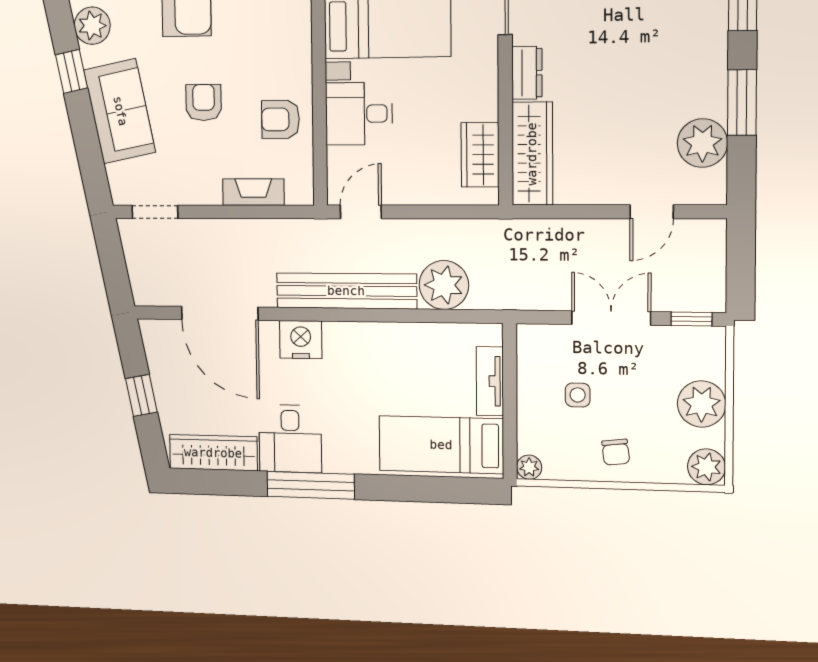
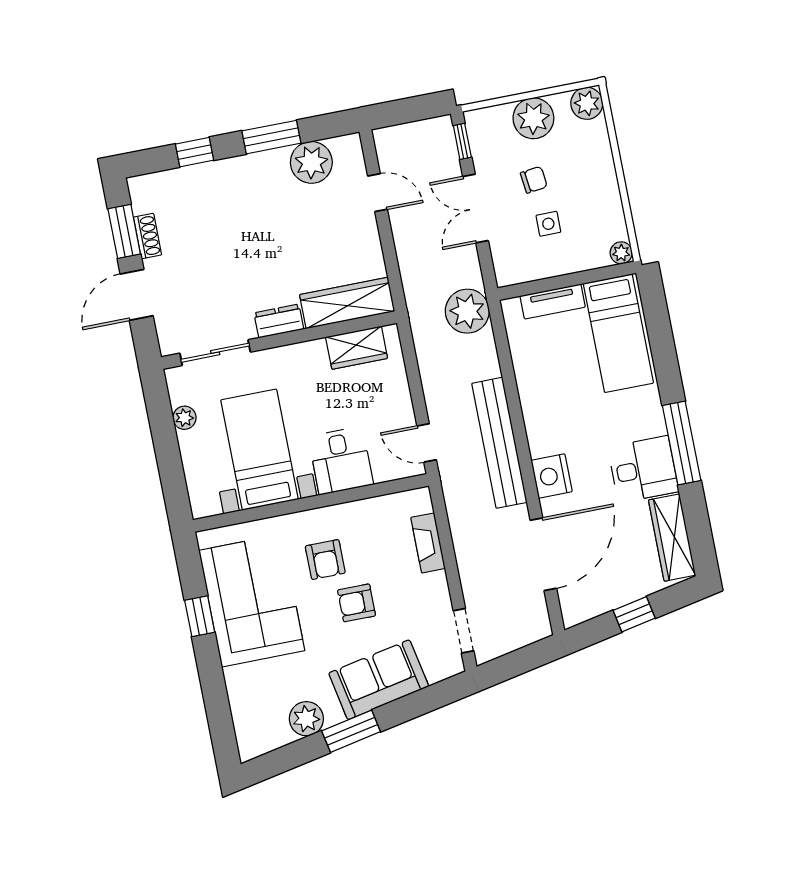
window: (71, 71) -> (351, 731), width x1.50
armchair: (281, 119) -> (325, 560), moved
plant: (444, 285) -> (467, 311), moved
chair: (616, 452) -> (534, 180), moved

